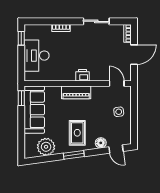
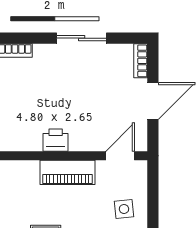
door: (117, 84) -> (120, 156), hinge flipped
piano: (76, 92) -> (68, 172), moved

